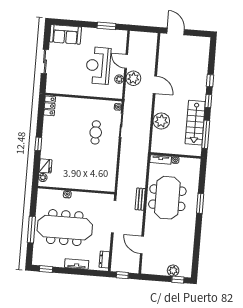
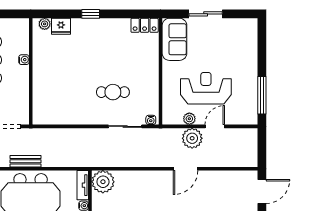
window: (106, 26) -> (262, 95), width x1.44
sofa: (65, 34) -> (174, 39), moved, turned 180
plant: (161, 121) -> (103, 182), moved

